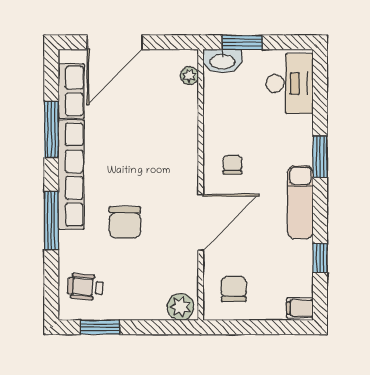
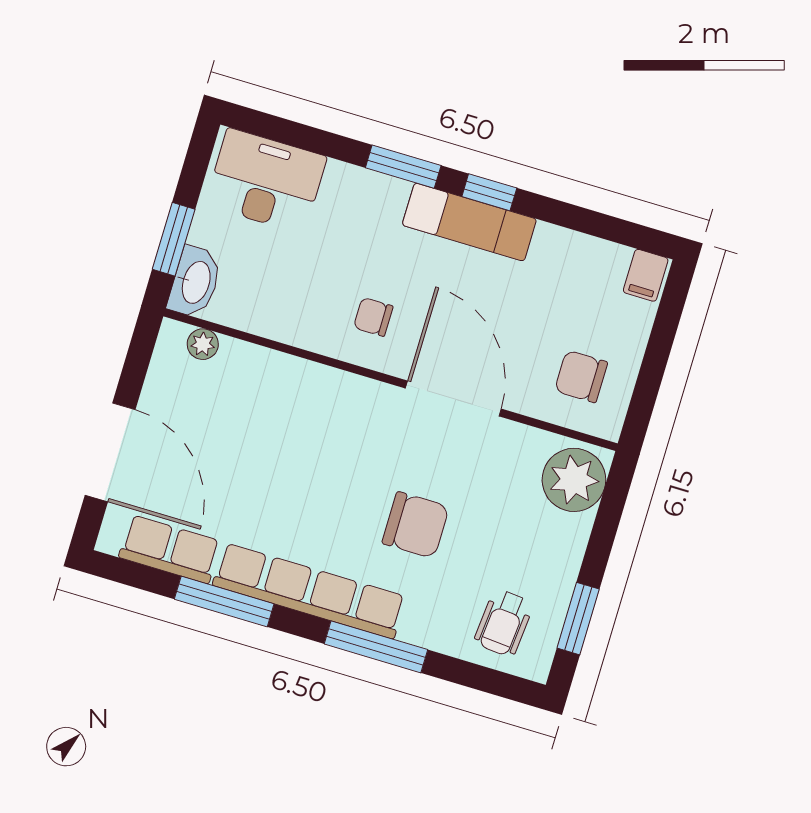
window: (320, 258) -> (489, 192), moved
plant: (180, 307) -> (574, 480), width x1.36, depth x1.36

